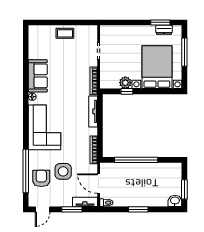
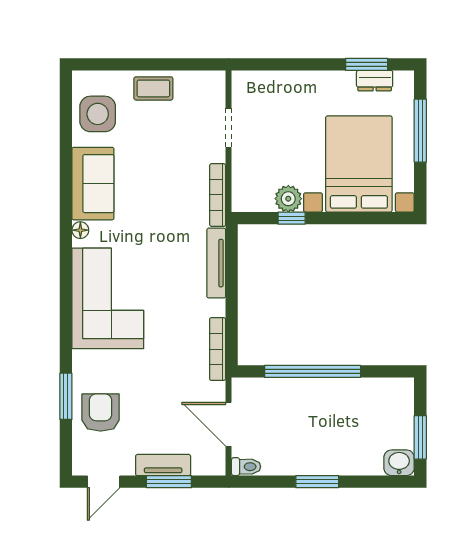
window: (26, 171) -> (66, 396), width x0.47
side table: (63, 171) -> (98, 114), moved
tv unit: (85, 202) -> (163, 465), moved

